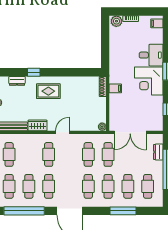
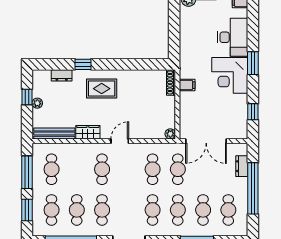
desk: (151, 55) -> (233, 37), width x1.37

